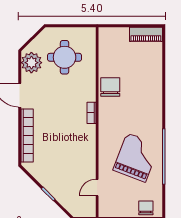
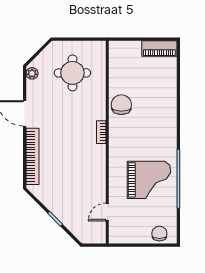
plant: (31, 63) -> (32, 73), width x0.53, depth x0.53
grand piano: (136, 157) -> (149, 180), turned 69

